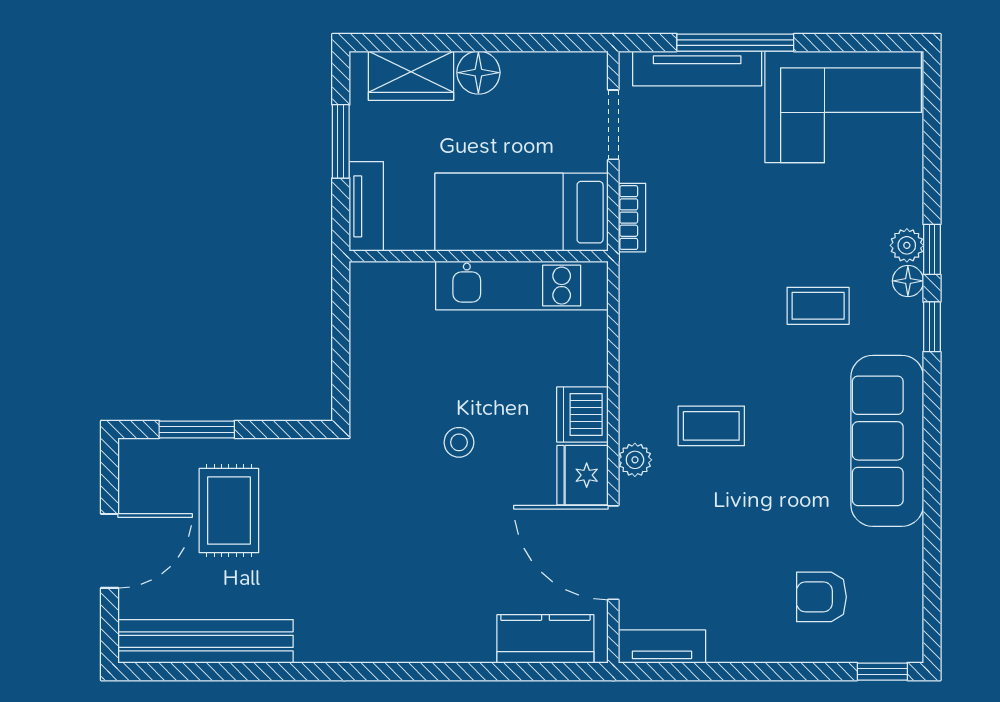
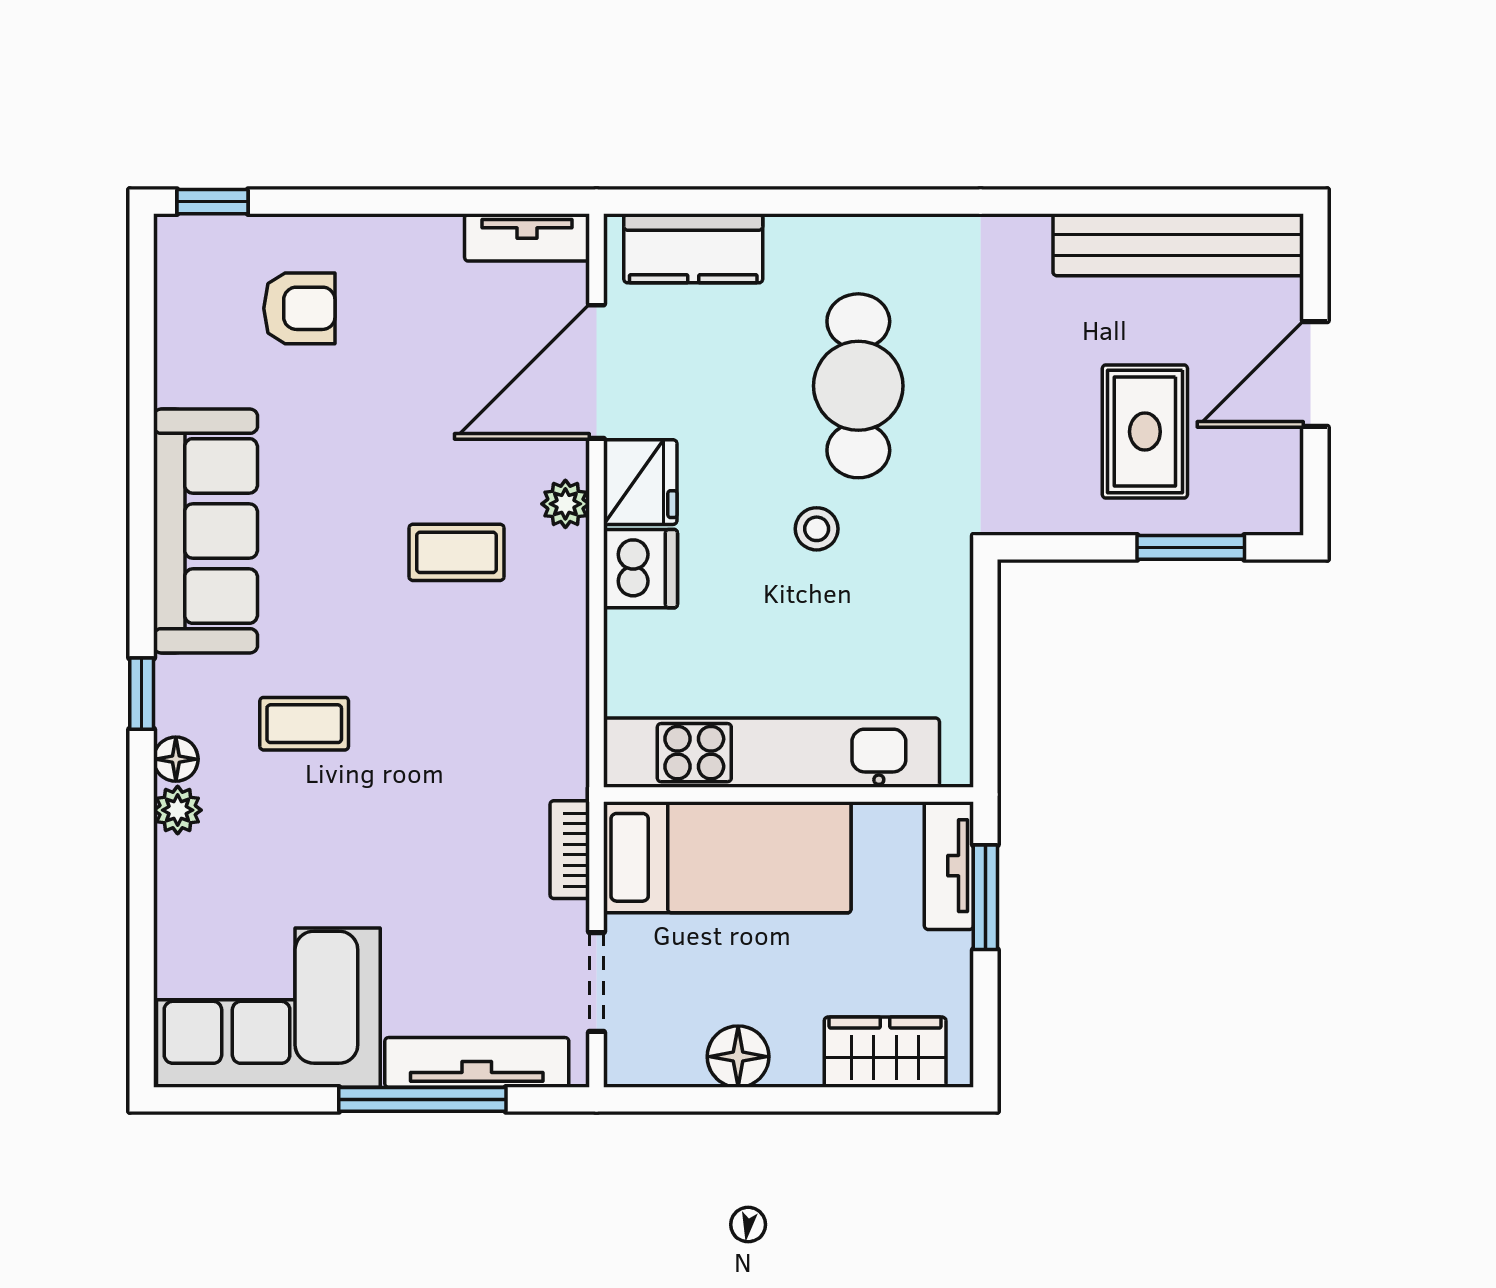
floor lamp: (478, 73) -> (738, 1057), moved
window: (341, 141) -> (985, 897), moved
window: (932, 249) -> (142, 804), removed
kitchen unit: (522, 286) -> (771, 753), width x1.36
cafe table: (430, 543) -> (858, 386), added
door: (613, 553) -> (596, 372), swing flipped

